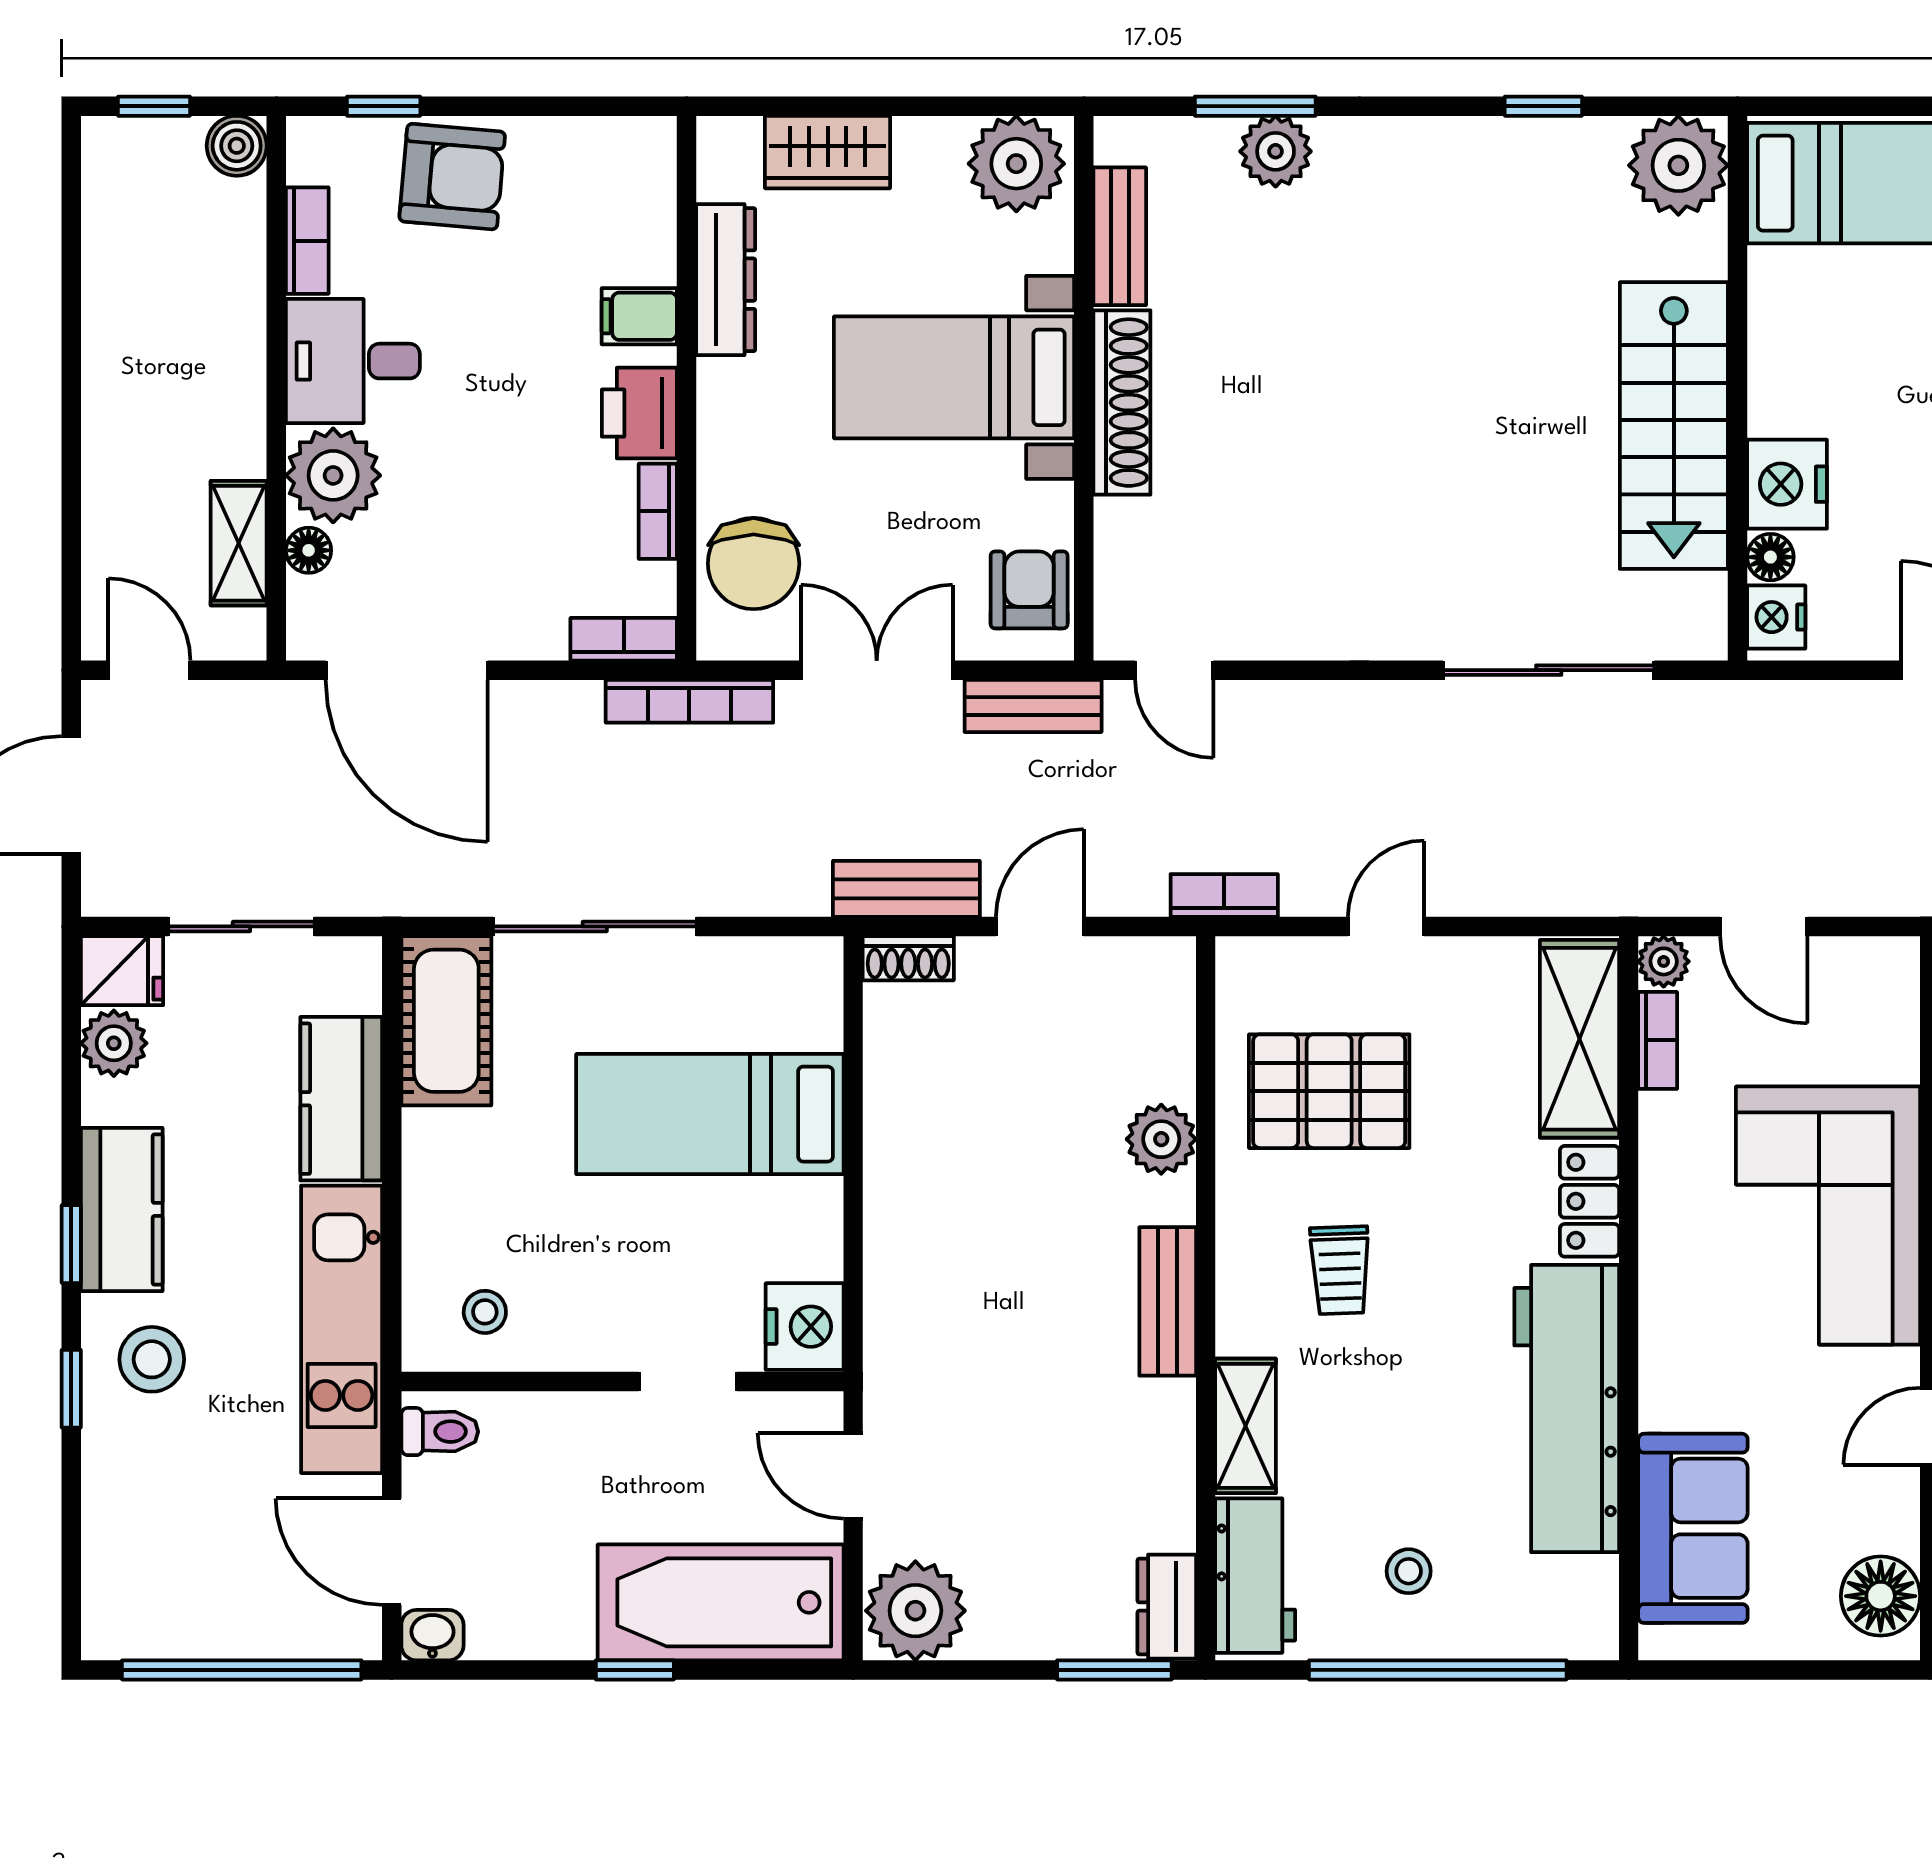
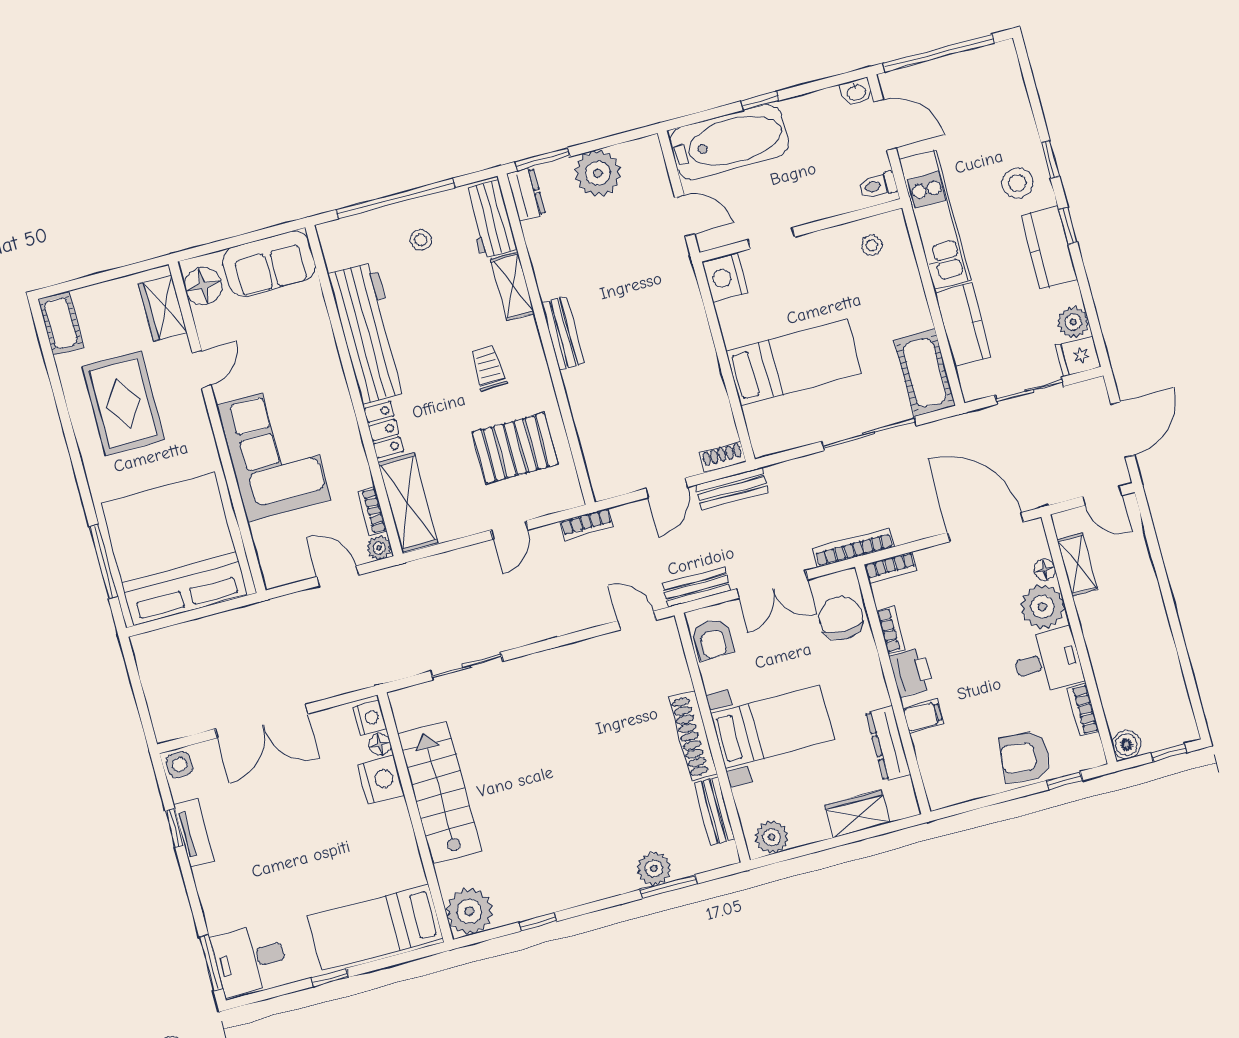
plant: (1016, 164) -> (772, 837), width x0.73, depth x0.73
sliding door: (1549, 670) -> (467, 666), width x0.73
plant: (1161, 1139) -> (586, 406), removed
sofa: (1693, 1528) -> (269, 264), moved, turned -90
plant: (915, 1611) -> (598, 173), moved

